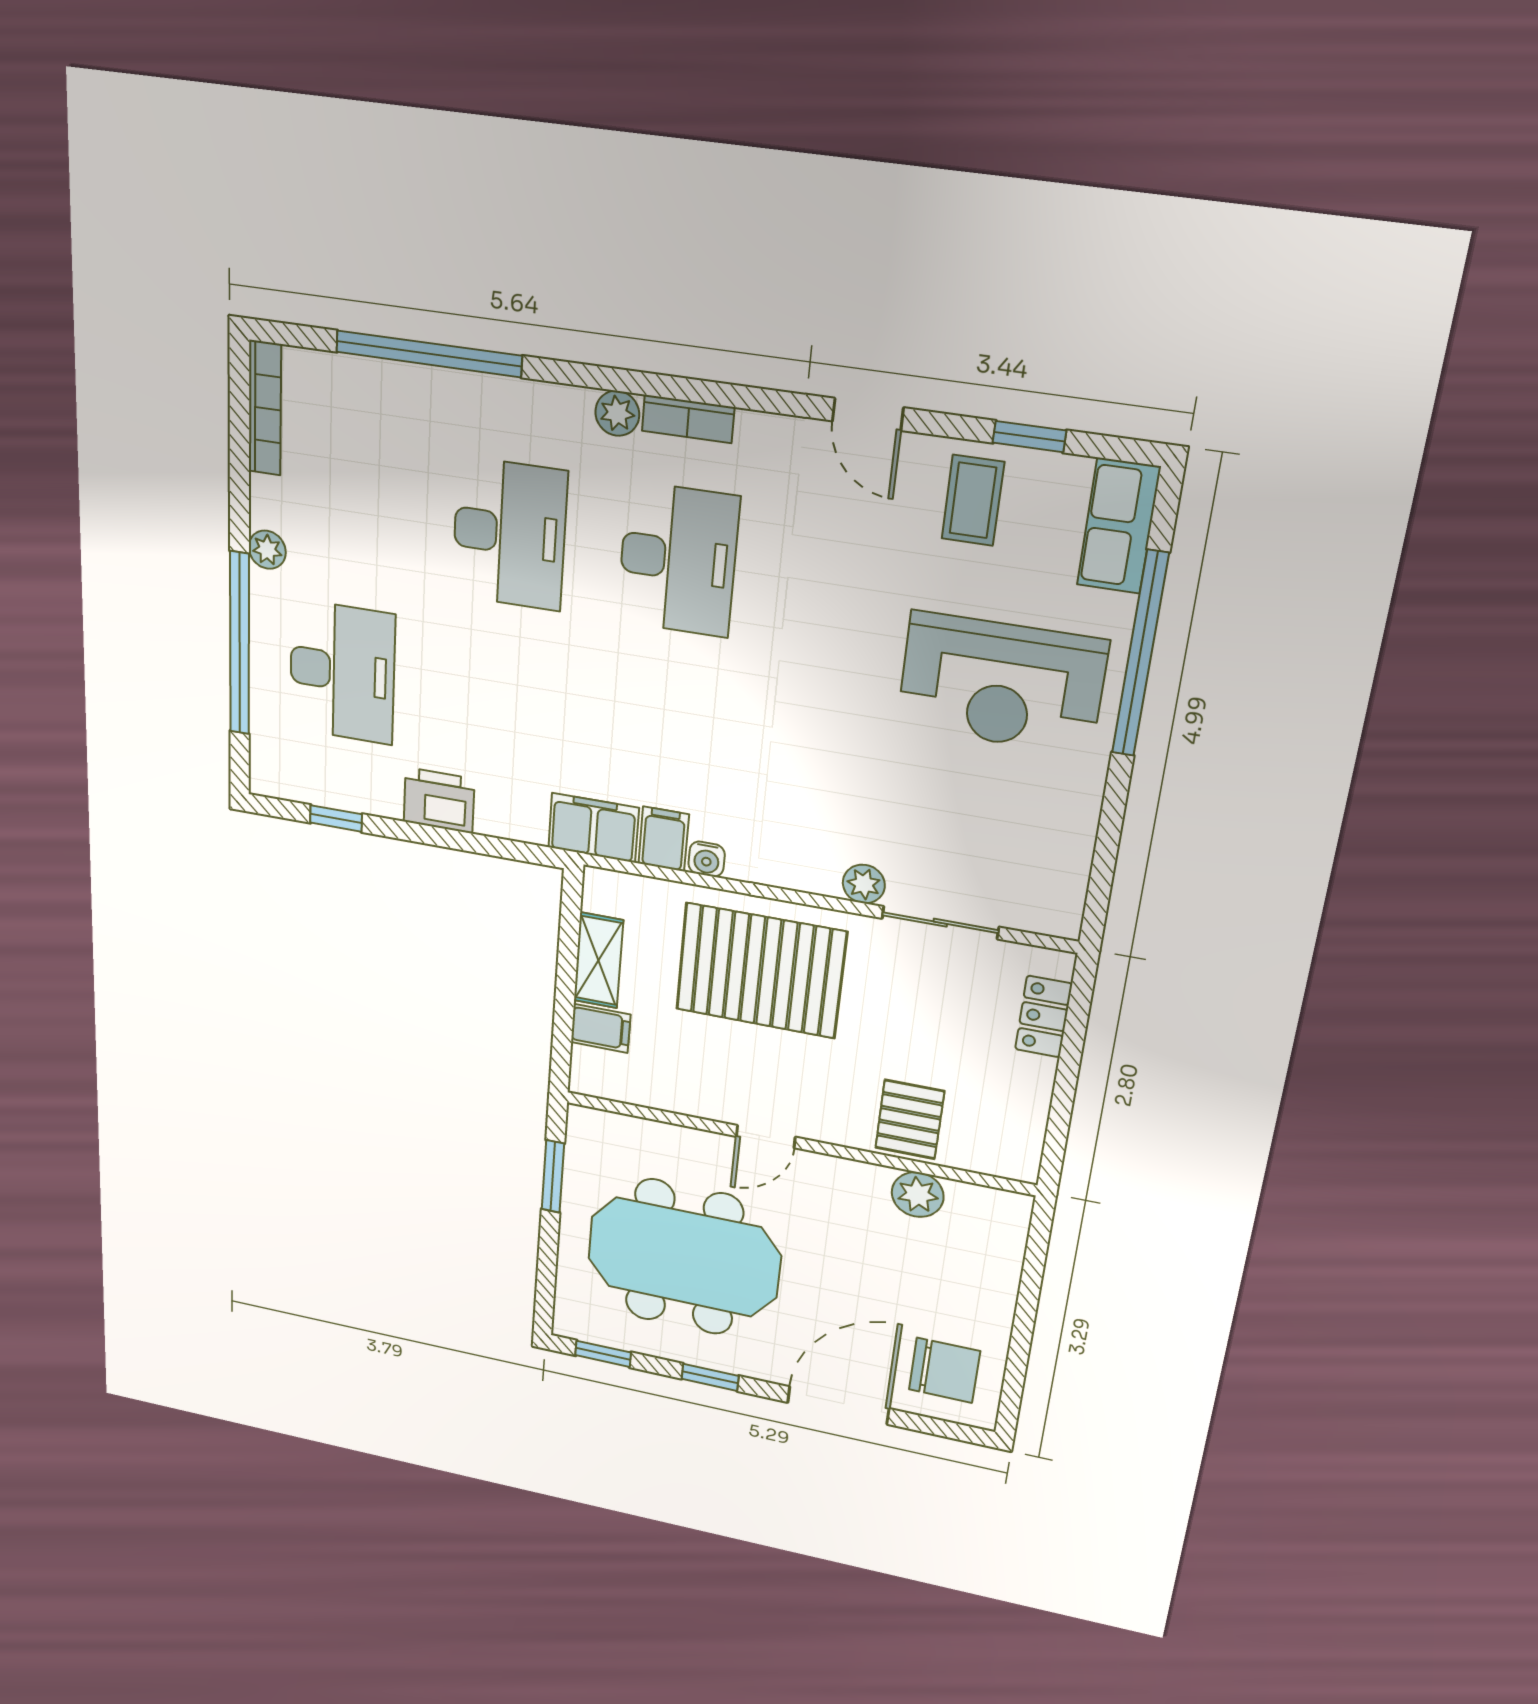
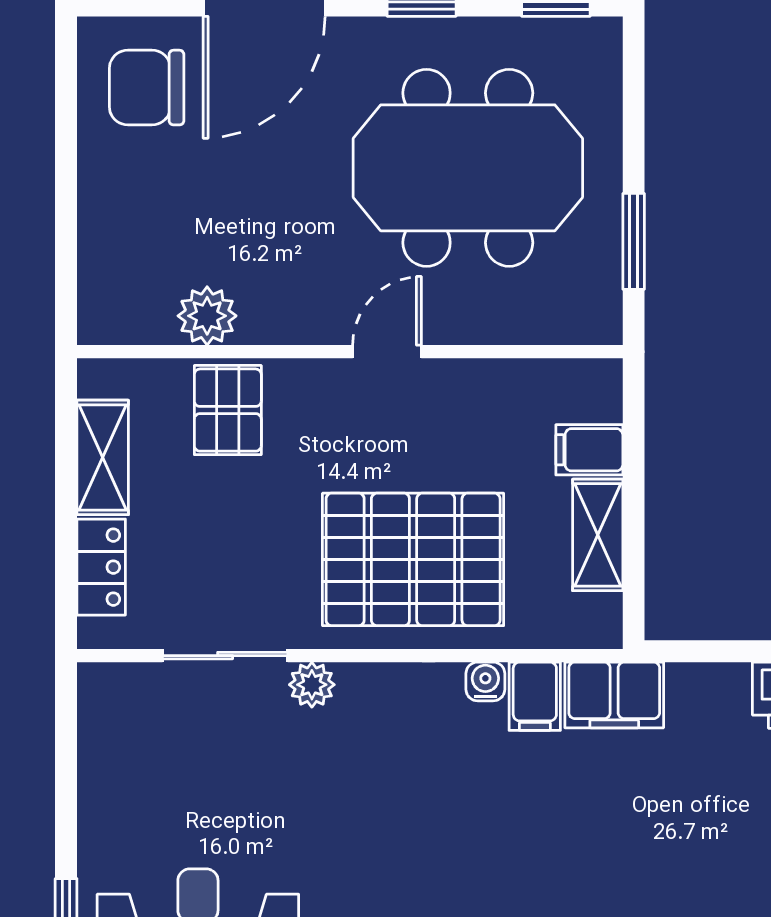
shelving: (1027, 1104) -> (103, 457), added

